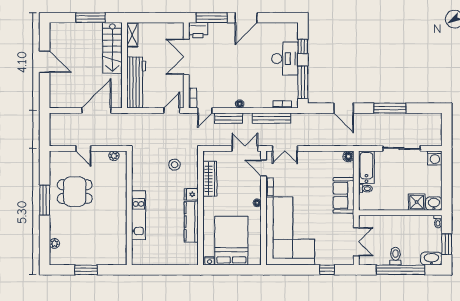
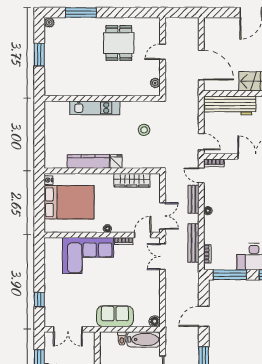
stool: (175, 165) -> (144, 130), moved
window: (45, 200) -> (81, 13), moved
corner sofa: (290, 231) -> (88, 256), width x0.73, depth x0.74
plant: (54, 243) -> (49, 22), moved

